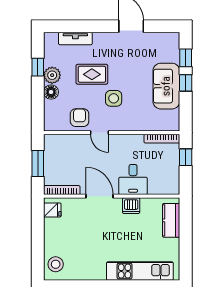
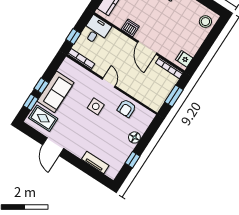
rug: (92, 74) -> (43, 118), moved
plant: (52, 75) -> (126, 148), removed
door: (100, 133) -> (109, 83), moved
desk: (133, 179) -> (96, 30), moved

